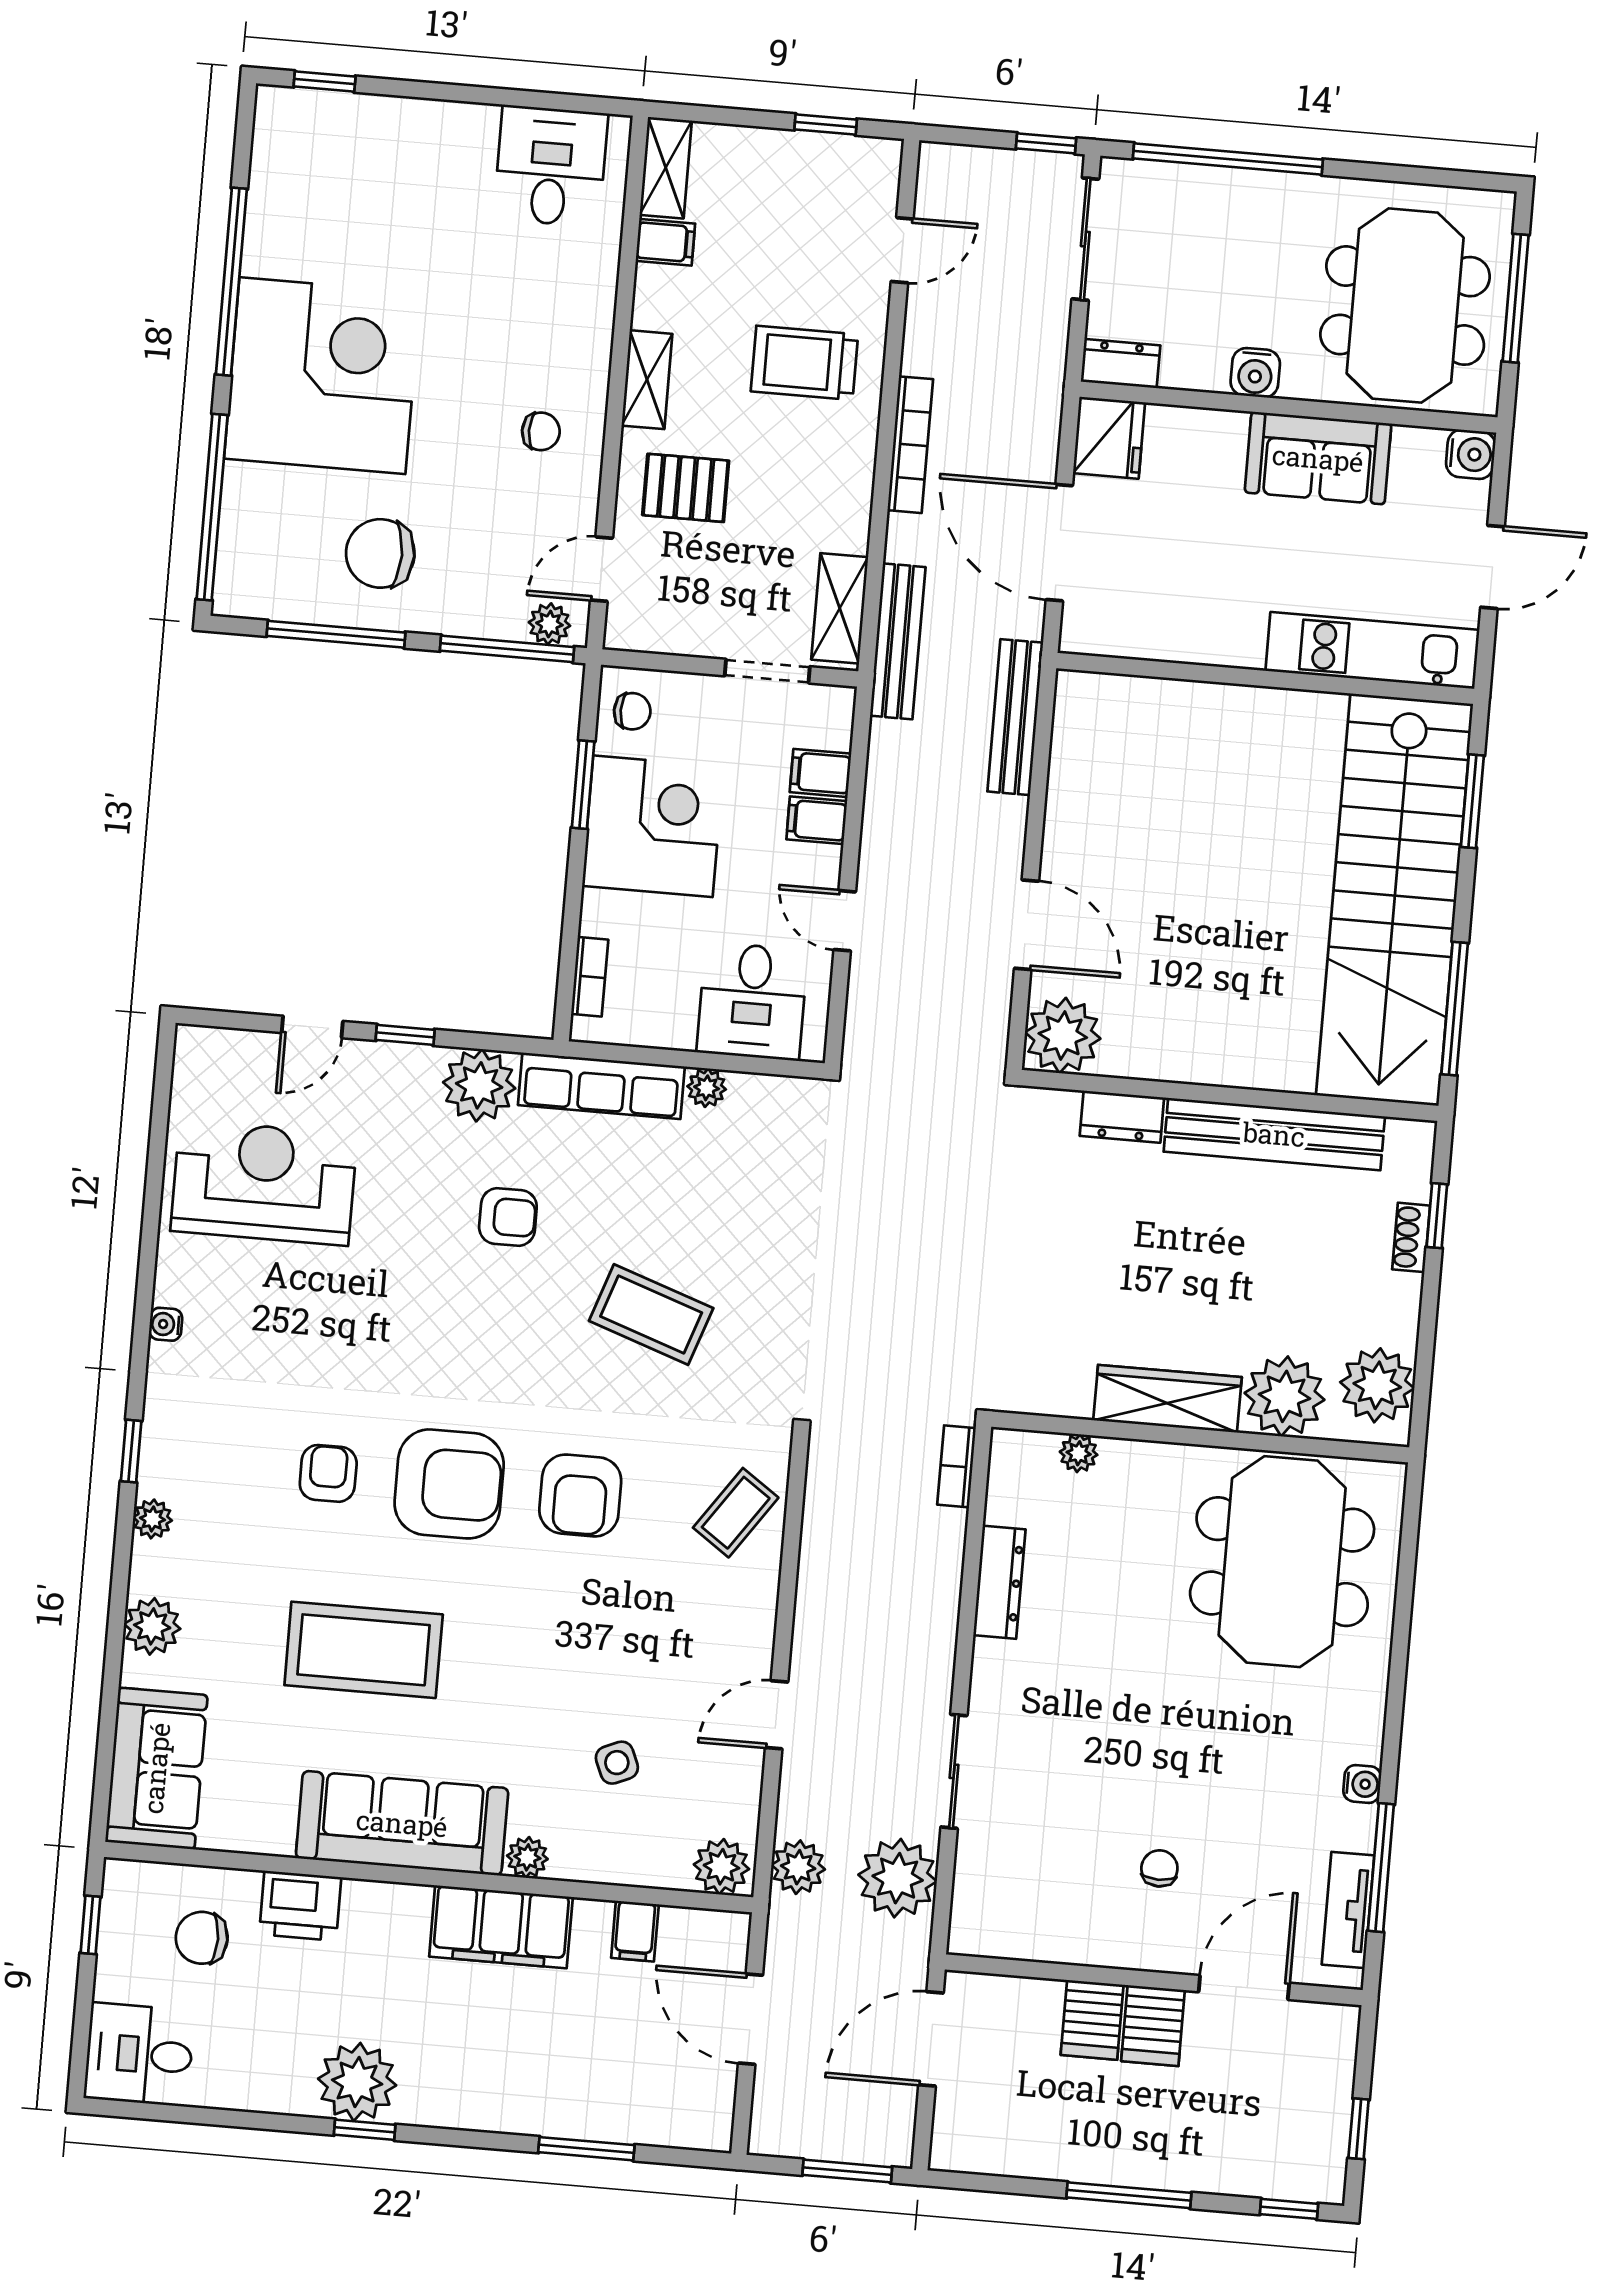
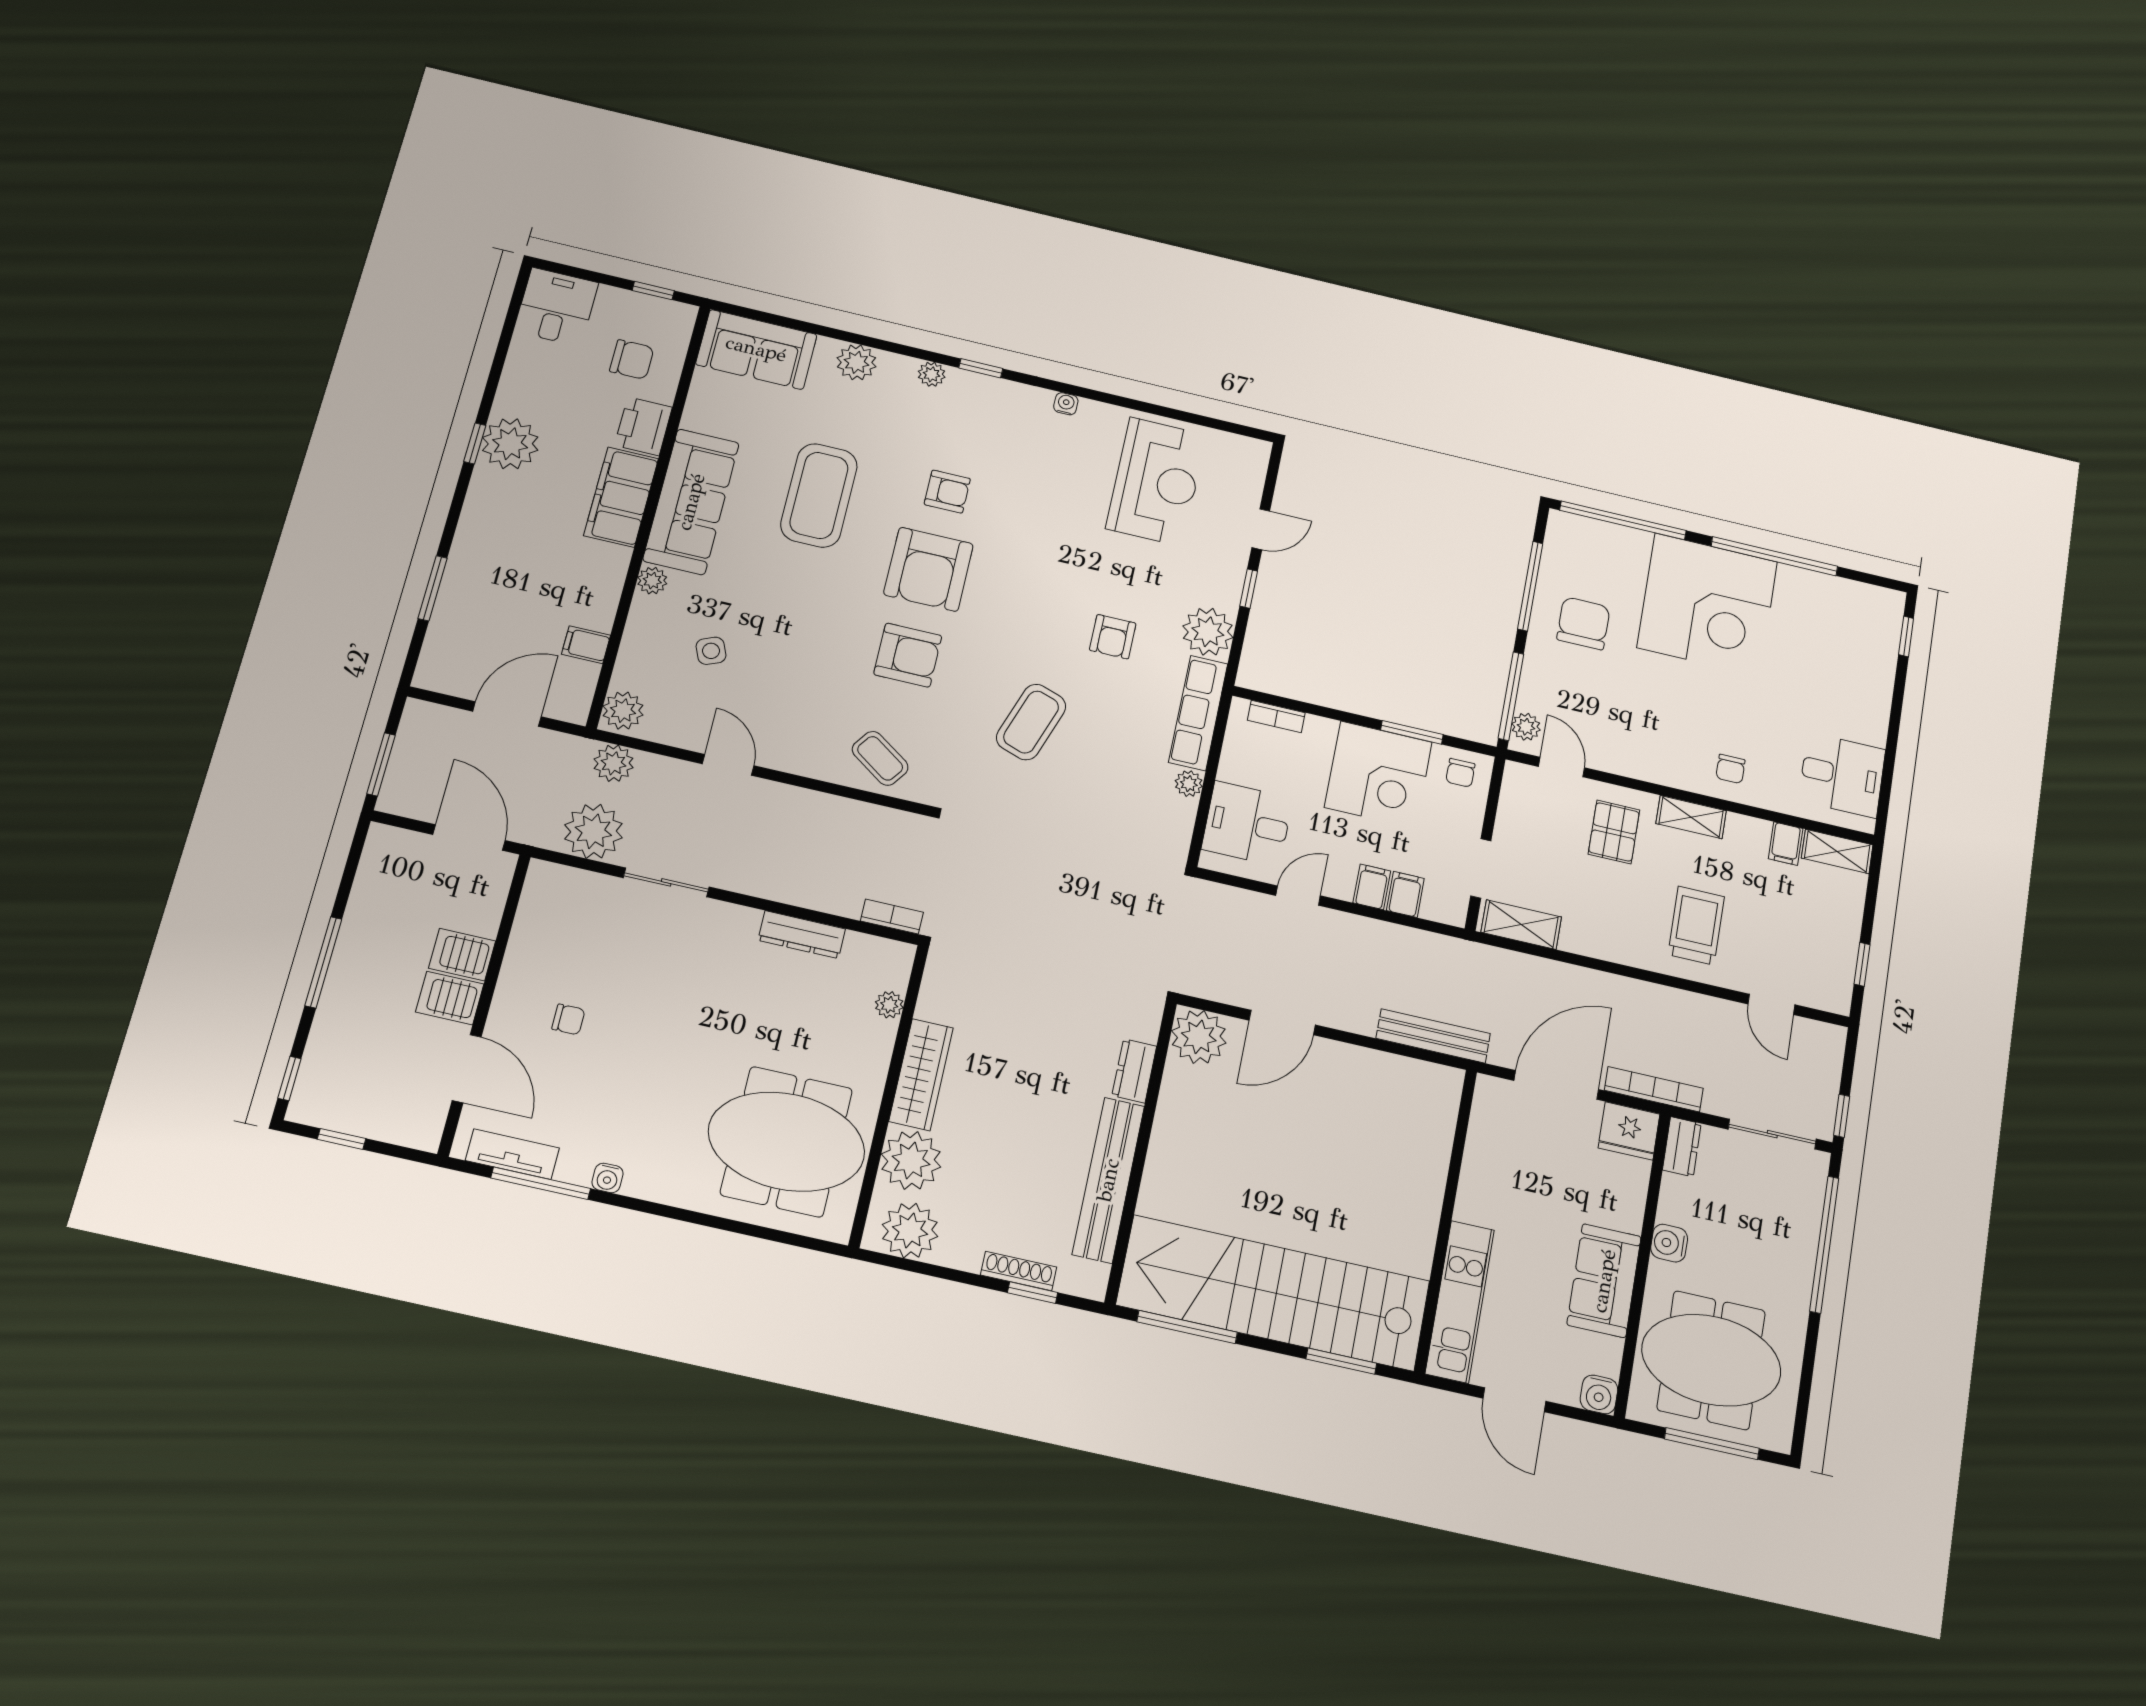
chair: (541, 431) -> (1731, 769), moved
bookcase: (910, 445) -> (1654, 1089), moved, turned 180
bench: (898, 641) -> (1494, 961), removed
door: (312, 1027) -> (1261, 529), swing flipped
shoe rack: (1411, 1237) -> (1019, 1271), width x1.43
armchair: (580, 1495) -> (908, 655), turned 180
filing cabinet: (501, 1927) -> (621, 497), moved
chair: (202, 1938) -> (632, 360), turned 90

